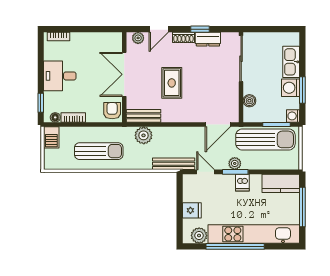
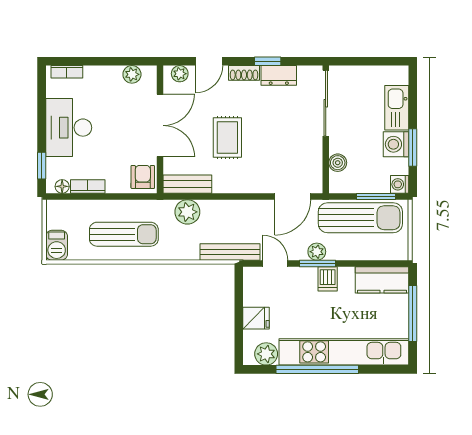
plant: (104, 38) -> (132, 74), added
double door: (124, 74) -> (160, 125), swing flipped
desk: (60, 76) -> (69, 128), width x1.37
barbecue: (51, 137) -> (57, 245), moved

